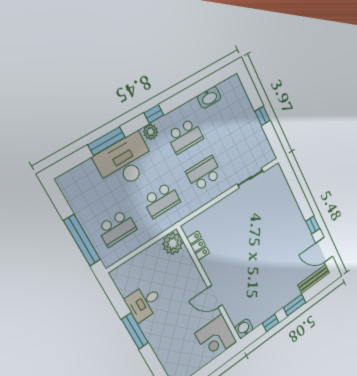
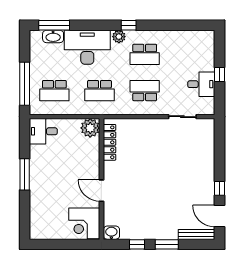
washbasin: (209, 97) -> (53, 36), moved
desk: (251, 135) -> (201, 84), added
window: (107, 141) -> (54, 25), moved
locker: (198, 246) -> (109, 142), width x1.53
desk: (144, 303) -> (43, 131), moved

